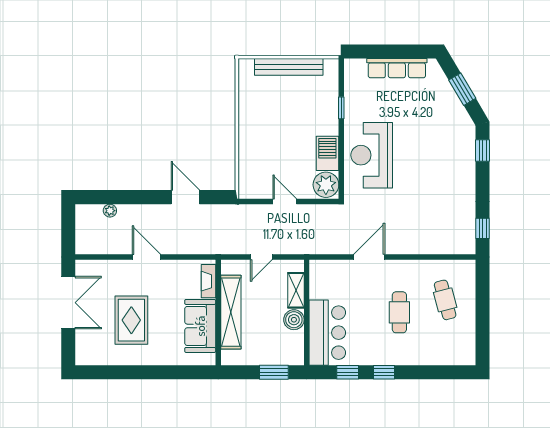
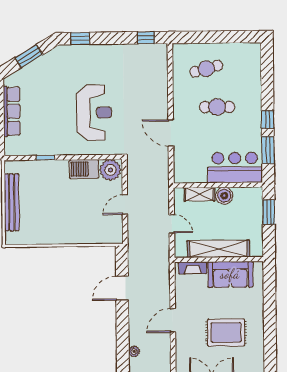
reception desk: (372, 155) -> (94, 113), moved, turned -90
window: (348, 372) -> (268, 150), width x1.50

